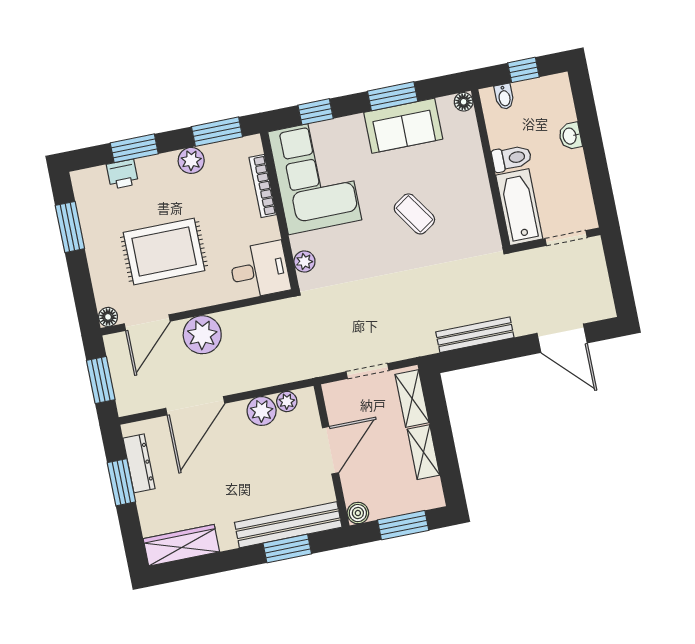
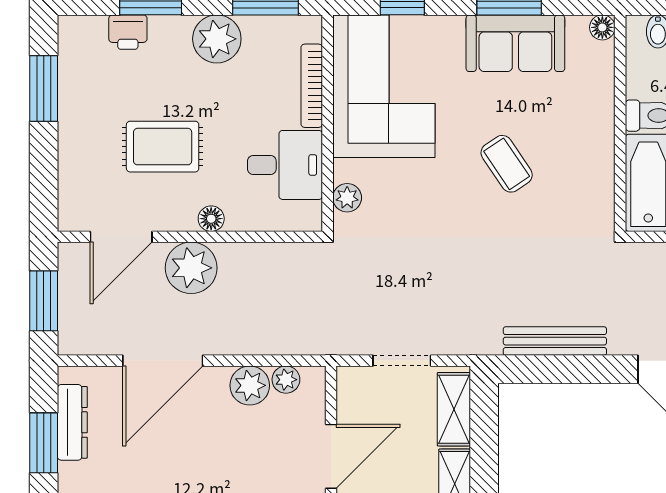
plant: (191, 160) -> (217, 39), width x1.36, depth x1.36
rug: (164, 251) -> (163, 147), width x0.73, depth x0.70
desk: (260, 270) -> (285, 165), moved
floor lamp: (108, 317) -> (211, 219), moved

